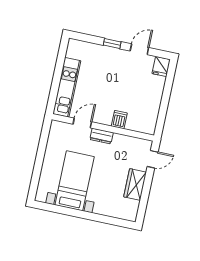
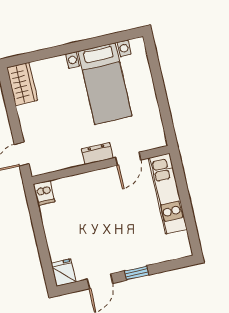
dishwasher: (119, 120) -> (44, 193), moved
wardrobe: (135, 184) -> (22, 84), moved

